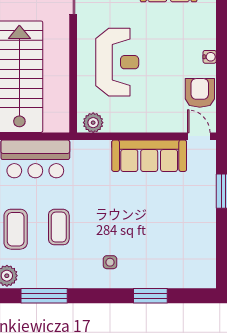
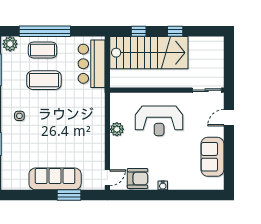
plant: (93, 123) -> (117, 129), moved
sofa: (149, 156) -> (55, 179), moved, turned 90
coffee table: (59, 227) -> (44, 80), width x1.36, depth x1.32

